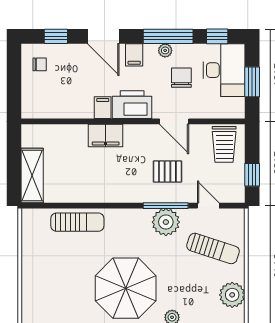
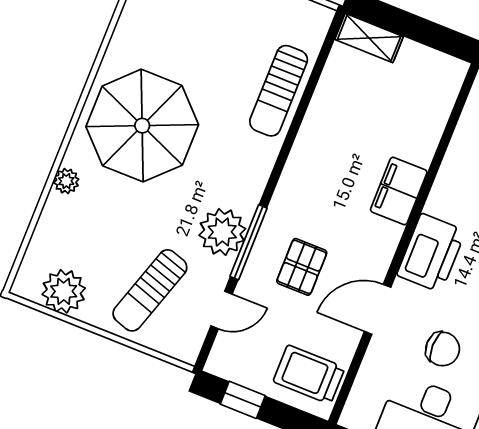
filing cabinet: (103, 108) -> (445, 204), removed
shelving: (32, 175) -> (369, 38), width x0.67, depth x0.75

